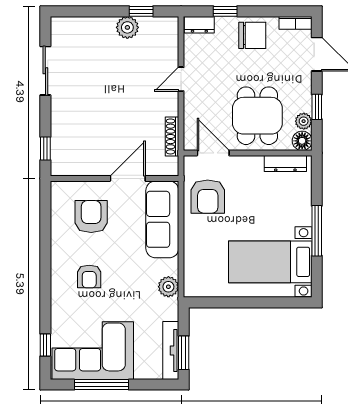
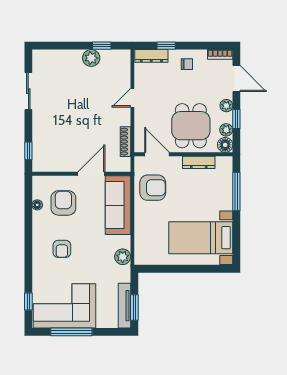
dresser: (199, 25) -> (151, 56), width x1.44
chair: (252, 35) -> (187, 64), width x0.54, depth x0.54
plant: (304, 90) -> (226, 106), added
dresser: (285, 164) -> (199, 162), moved
armchair: (208, 197) -> (153, 188), turned -90
floor lamp: (57, 219) -> (37, 205), added
window: (317, 231) -> (236, 191), moved

